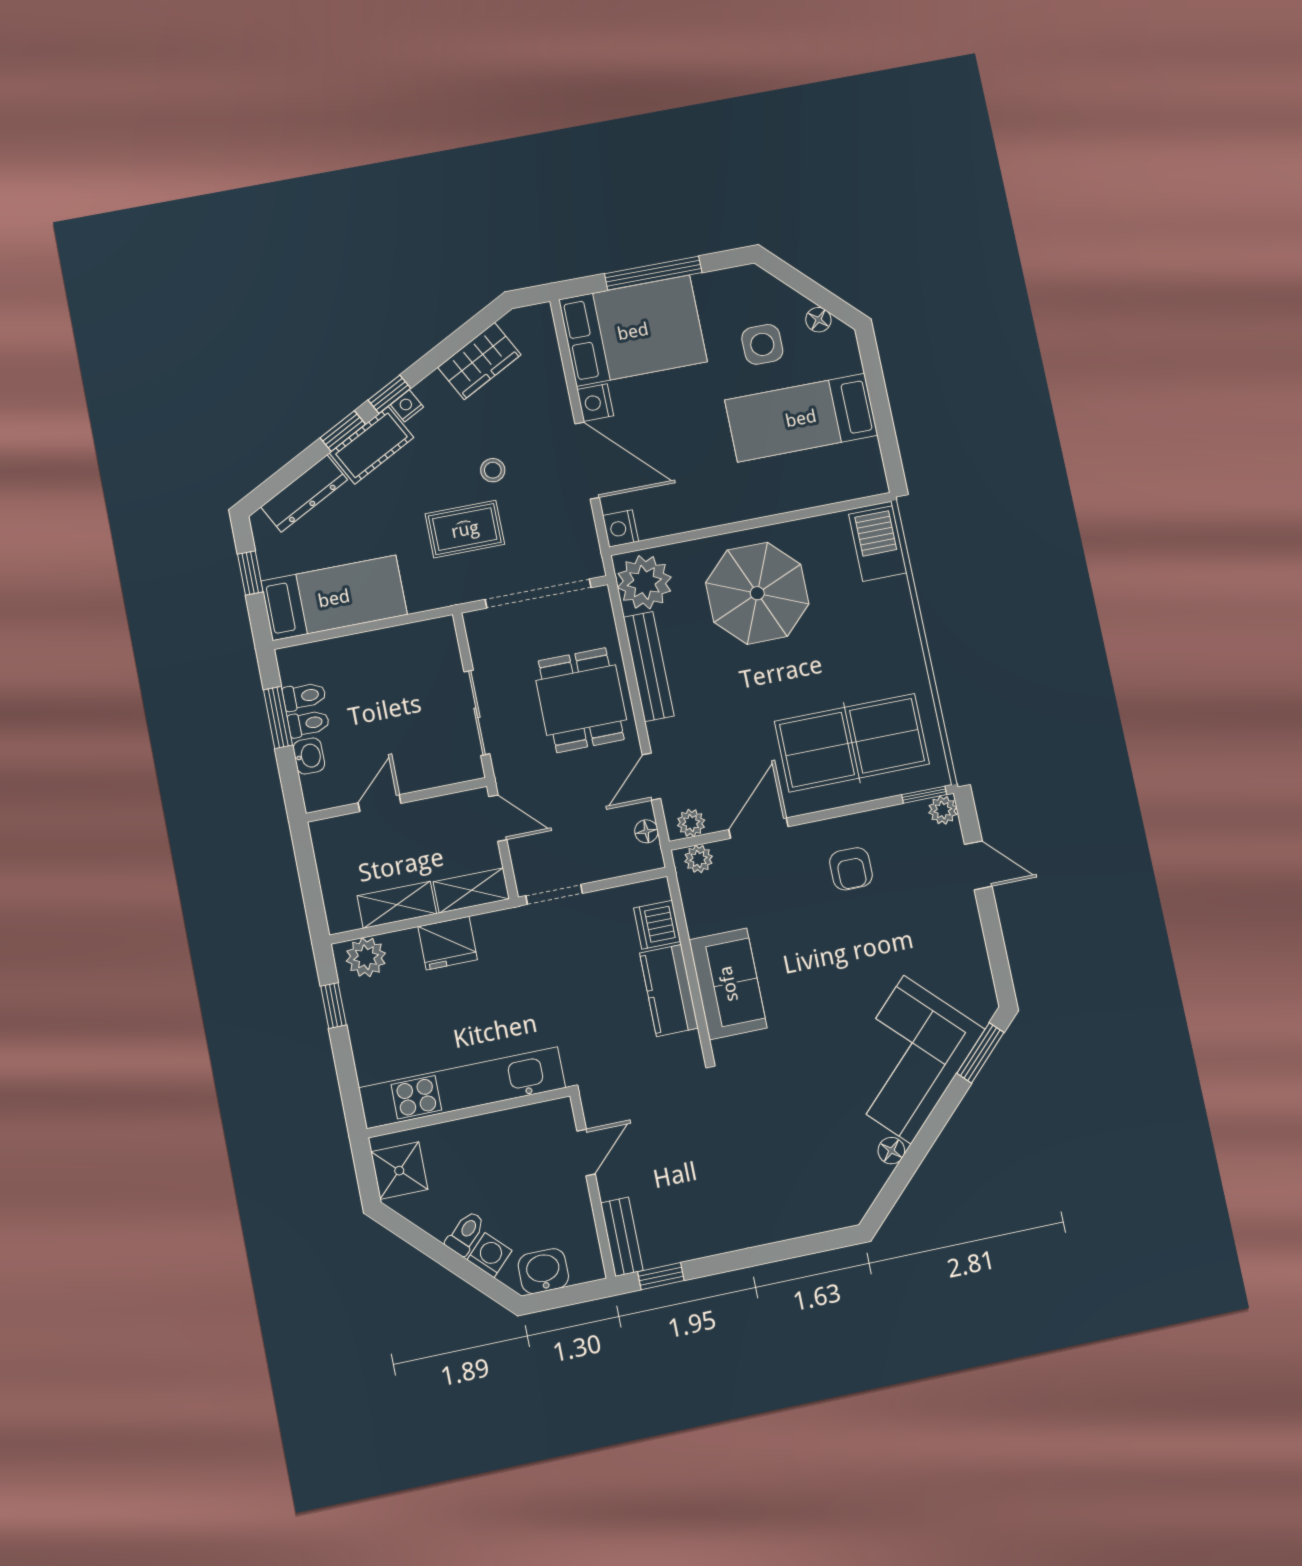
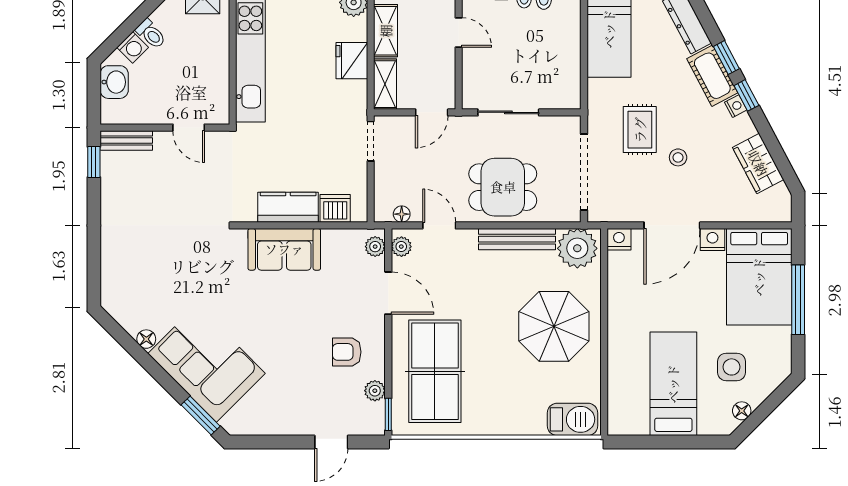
plant: (943, 810) -> (375, 391), moved

